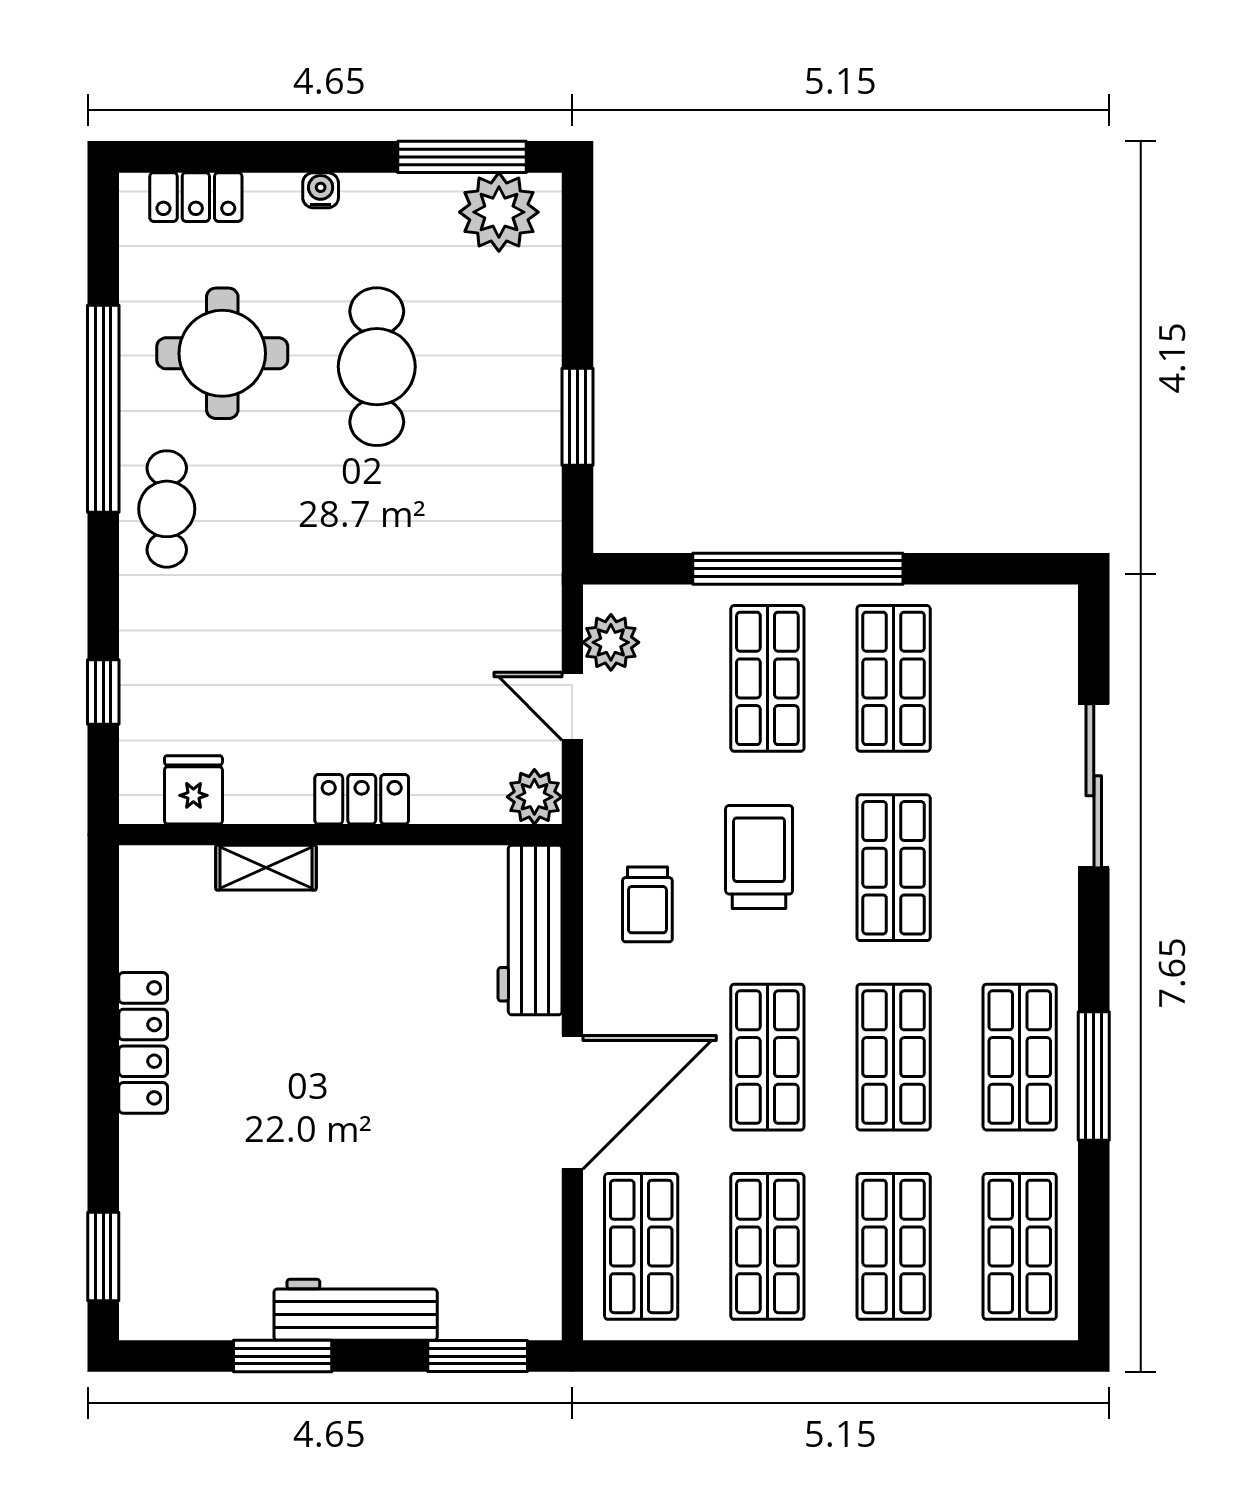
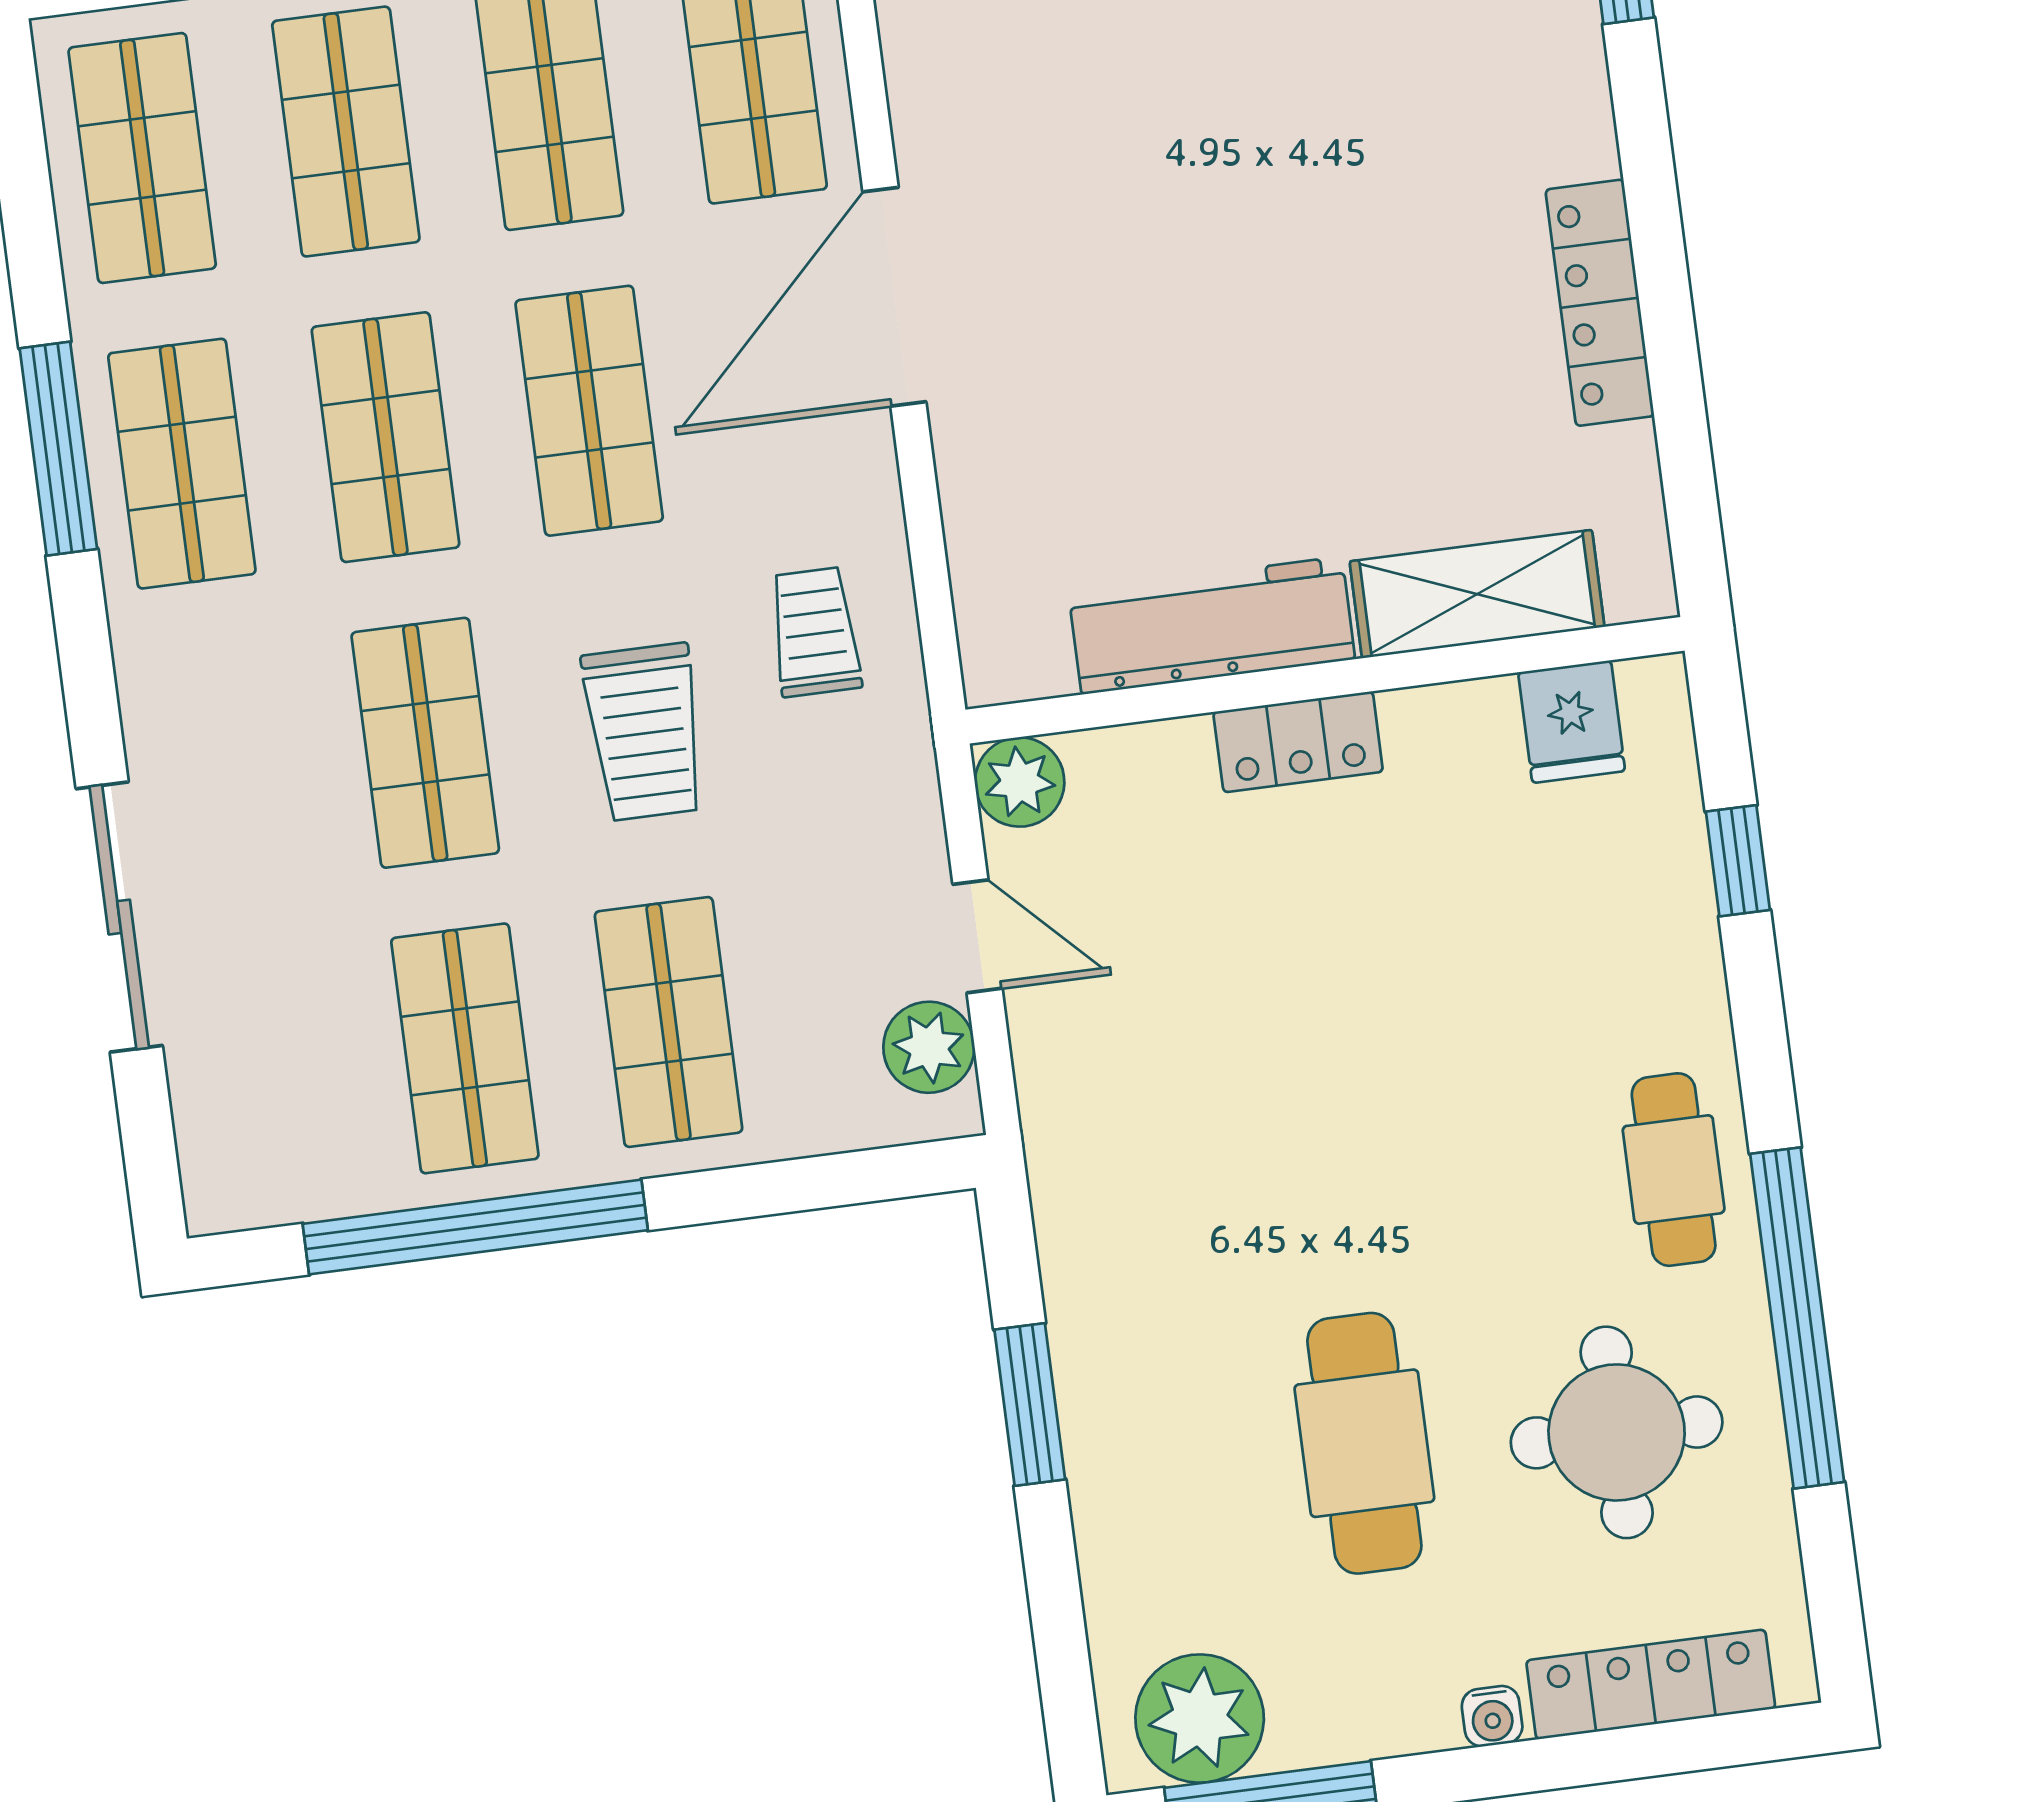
locker: (196, 197) -> (1651, 1684), width x1.53
window: (798, 569) -> (475, 1227), moved
shelving: (266, 868) -> (1477, 594), width x1.50, depth x1.33
workbench: (530, 930) -> (1212, 625), moved, turned -90

